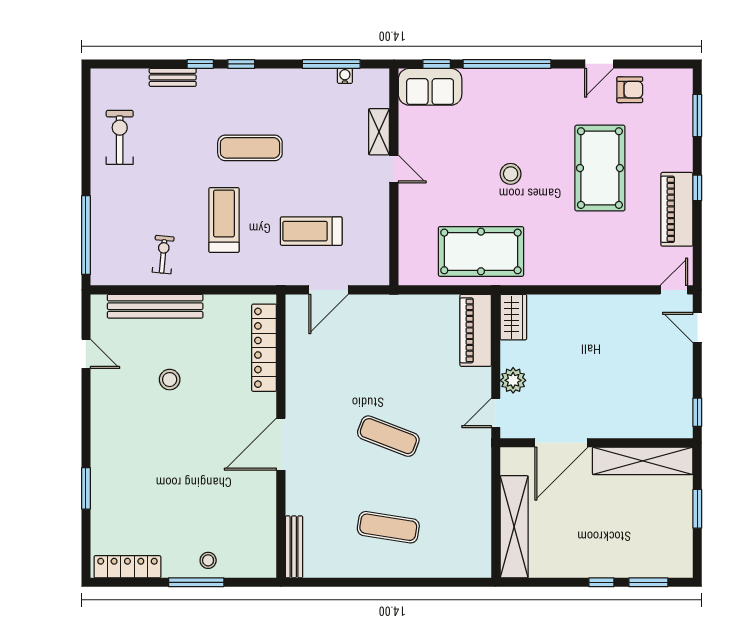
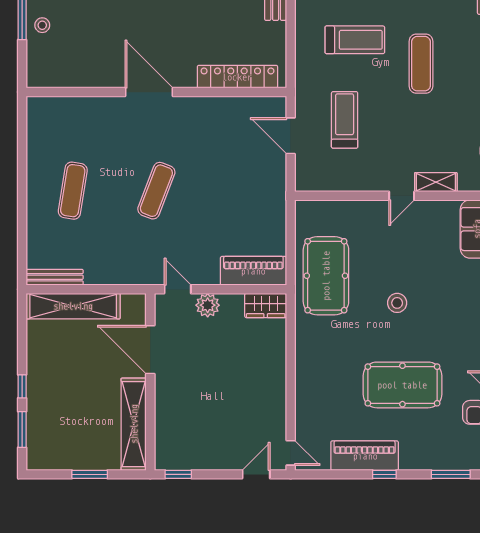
bench: (294, 547) -> (55, 277), moved

